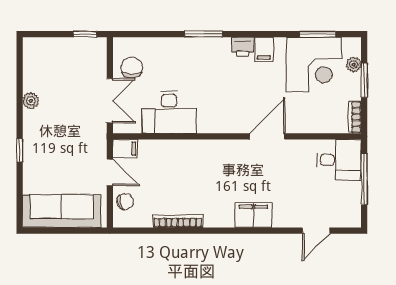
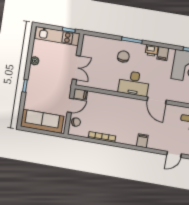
kitchen unit: (66, 49) -> (57, 36), added
chair: (132, 68) -> (123, 56), moved
desk: (169, 112) -> (134, 83), moved
door: (267, 136) -> (157, 100), swing flipped
door: (110, 172) -> (70, 105), hinge flipped
filing cabinet: (253, 215) -> (142, 141), width x0.50

